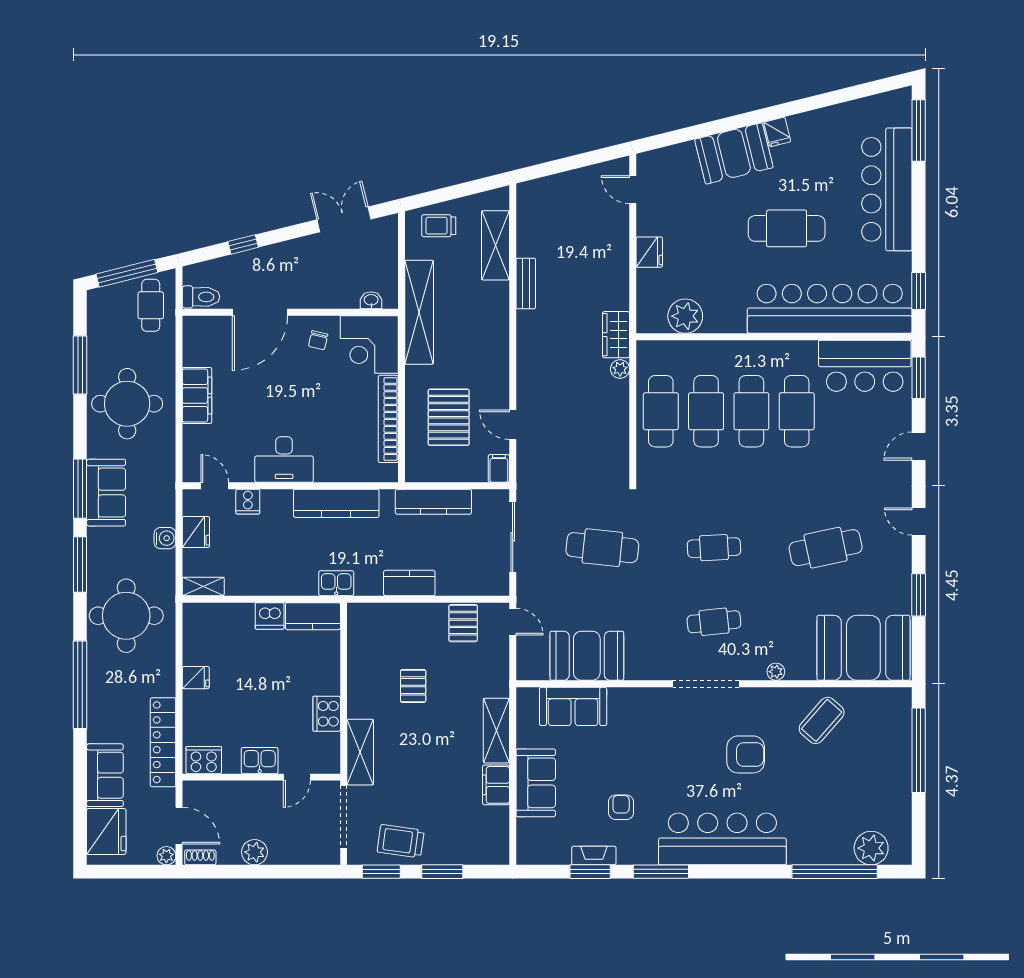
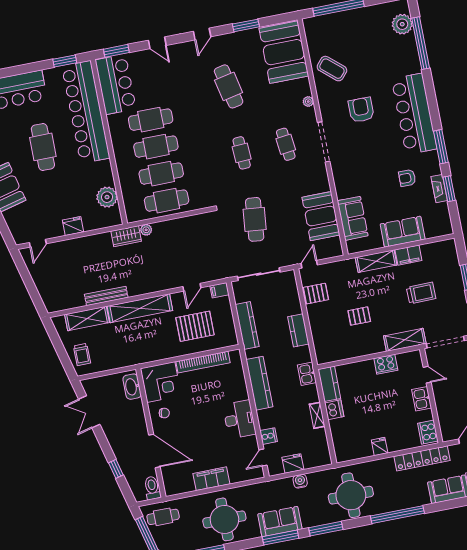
bench: (526, 284) -> (106, 296), width x1.36
washbasin: (371, 300) -> (132, 387), width x1.91, depth x1.45
shelving: (419, 312) -> (140, 308), moved
shelving: (203, 586) -> (317, 415), moved
trolley: (401, 841) -> (421, 293), moved, turned -99

